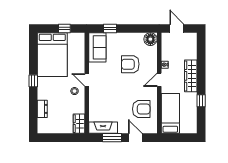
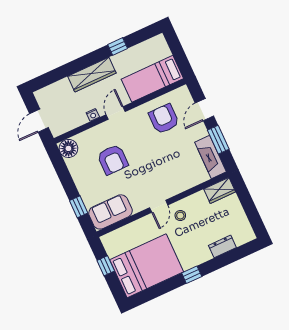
door: (159, 80) -> (116, 113), swing flipped

